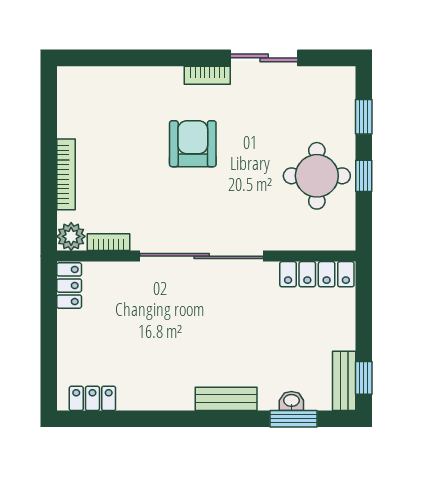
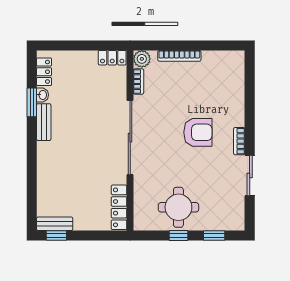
bench: (226, 399) -> (44, 122), moved
washbasin: (291, 401) -> (42, 95), moved
window: (294, 419) -> (32, 102), moved

